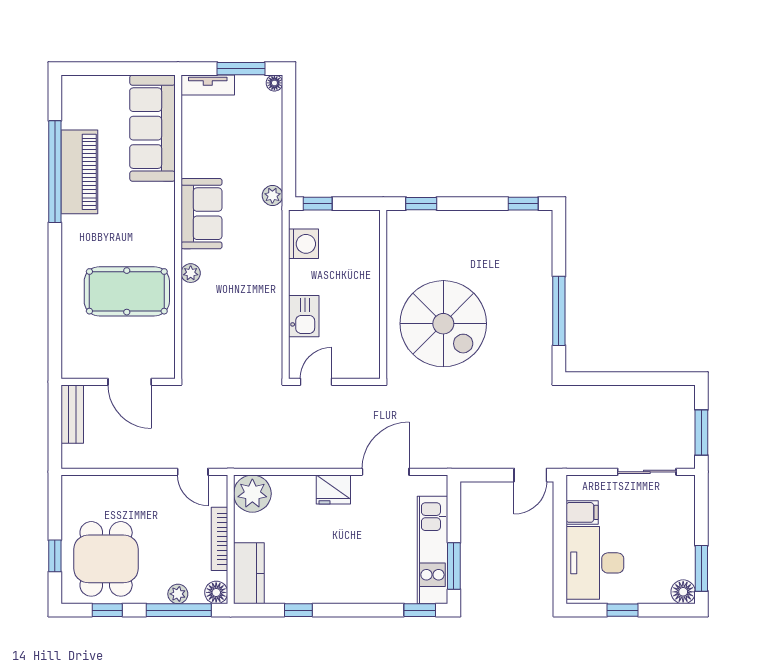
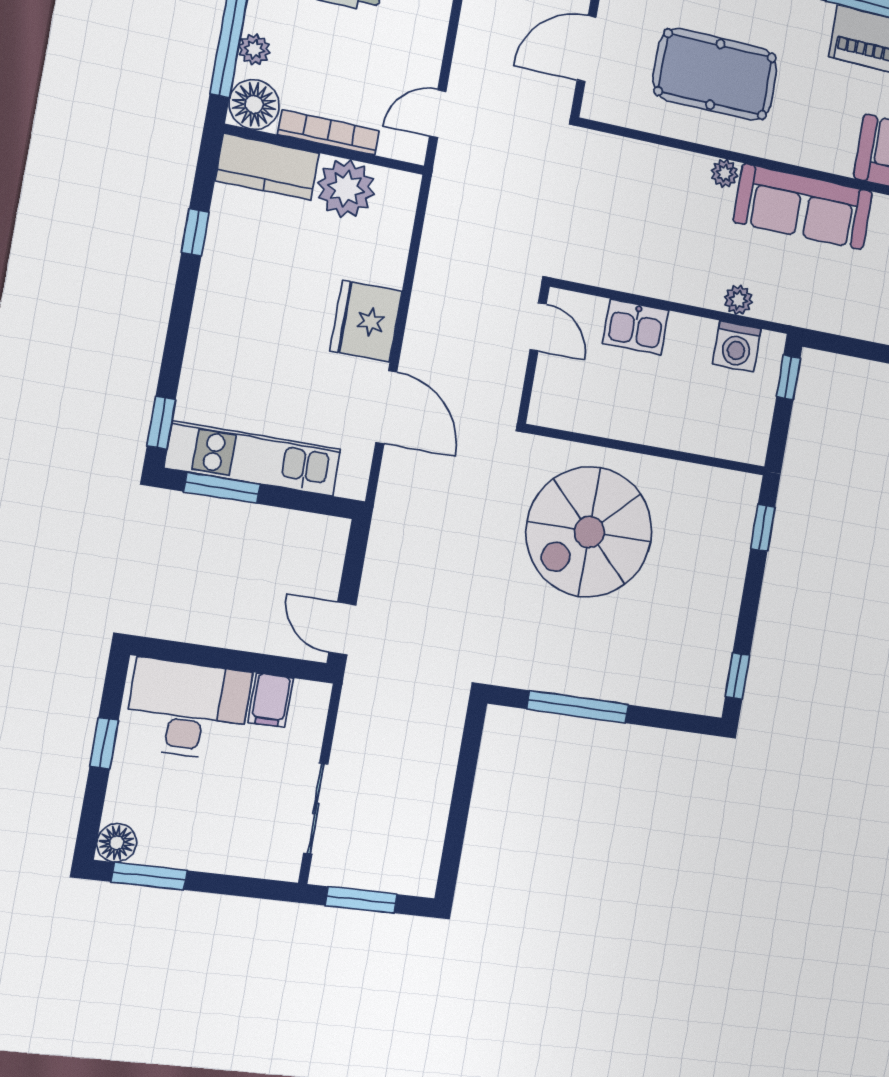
plant: (272, 196) -> (738, 300), moved
sofa: (201, 214) -> (803, 207), width x1.36
pool table: (127, 291) -> (715, 74), turned 90
fridge: (333, 489) -> (366, 321), width x1.36, depth x1.34
plant: (252, 494) -> (346, 188), moved
floor lamp: (216, 592) -> (254, 104), width x1.38, depth x1.38

